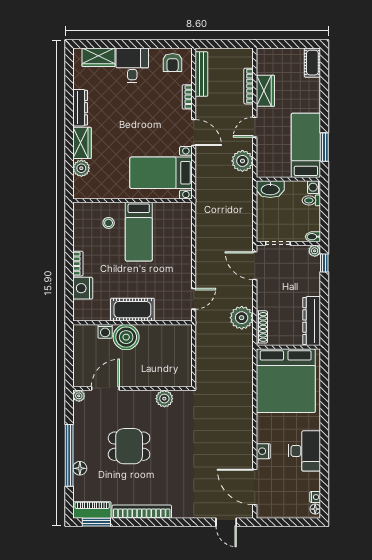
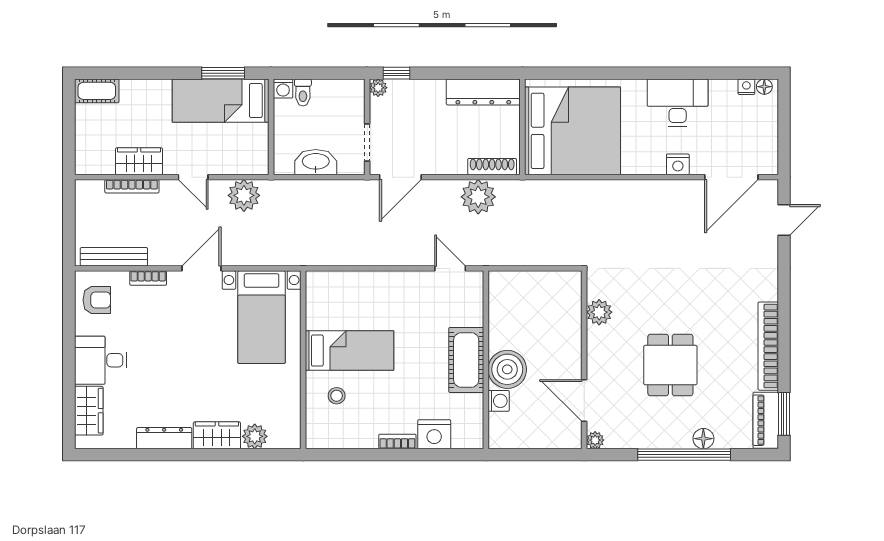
washbasin: (270, 189) -> (316, 162), moved, turned -90
bidet: (313, 237) -> (357, 90), removed

